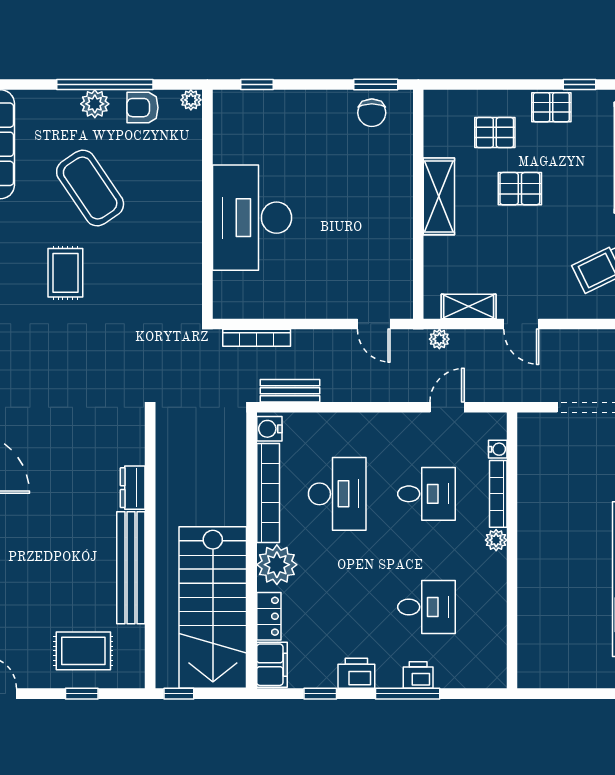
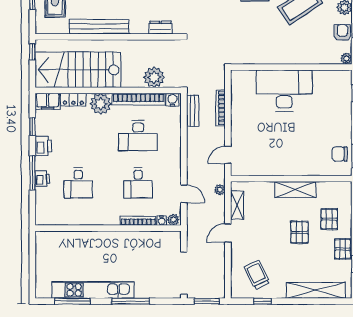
bookcase: (257, 338) -> (221, 108), moved
plant: (227, 464) -> (154, 77), added
dresser: (133, 488) -> (160, 28), moved
plant: (496, 540) -> (173, 220), moved

